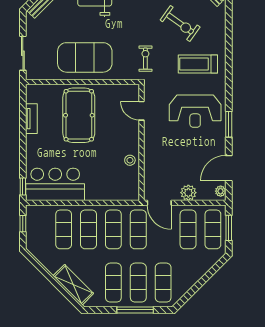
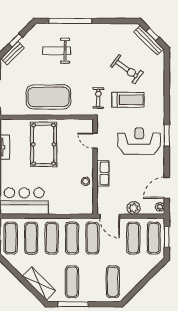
treadmill: (198, 64) -> (128, 100), moved, turned 180
reception desk: (195, 111) -> (139, 141), turned 180
window: (229, 124) -> (167, 135), moved
row of seats: (151, 151) -> (103, 173), added
exercise mat: (138, 283) -> (11, 238), moved
window: (135, 310) -> (73, 304), moved

